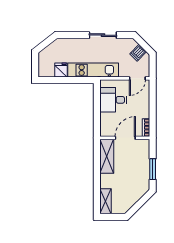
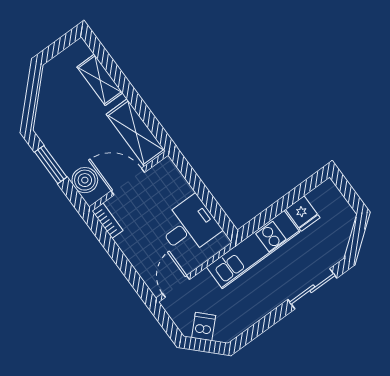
sliding door: (103, 35) -> (312, 289), moved
door: (125, 138) -> (128, 182), swing flipped
boiler: (143, 152) -> (85, 180), added
shelving: (106, 201) -> (100, 80), moved

